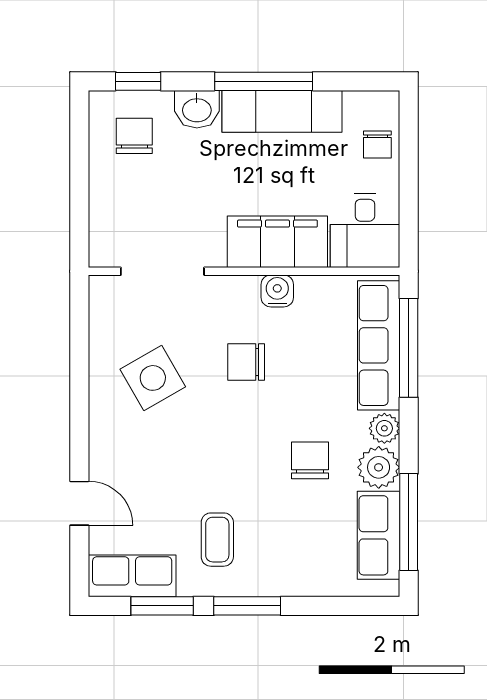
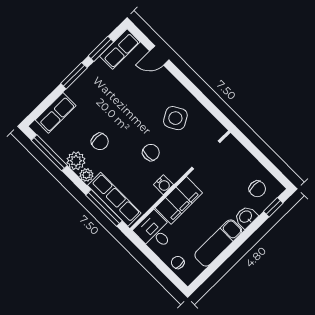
window: (264, 81) -> (234, 247), removed
row of seats: (378, 535) -> (56, 113), moved, turned 90
coffee table: (217, 540) -> (104, 87), removed

